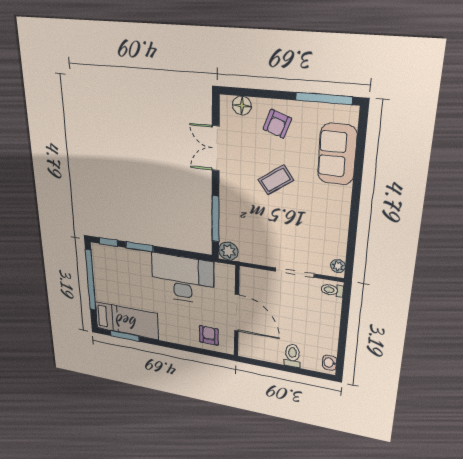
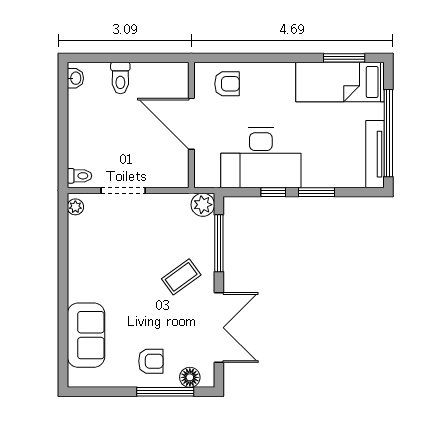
window: (324, 99) -> (165, 392), moved
armchair: (277, 124) -> (151, 361), turned 71
double door: (216, 148) -> (219, 328), width x1.37
coffee table: (276, 180) -> (181, 277), moved
window: (108, 242) -> (273, 192), moved
tv unit: (99, 267) -> (375, 154), added
armchair: (209, 335) -> (227, 84), turned -90

